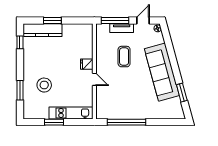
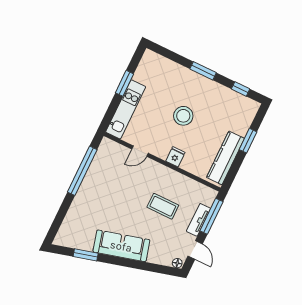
kitchen counter: (42, 30) -> (225, 158), moved
sofa: (162, 72) -> (121, 246), width x0.74, depth x0.79
door: (94, 79) -> (140, 151), moved
stool: (44, 85) -> (183, 116), moved
window: (20, 90) -> (203, 71), moved

